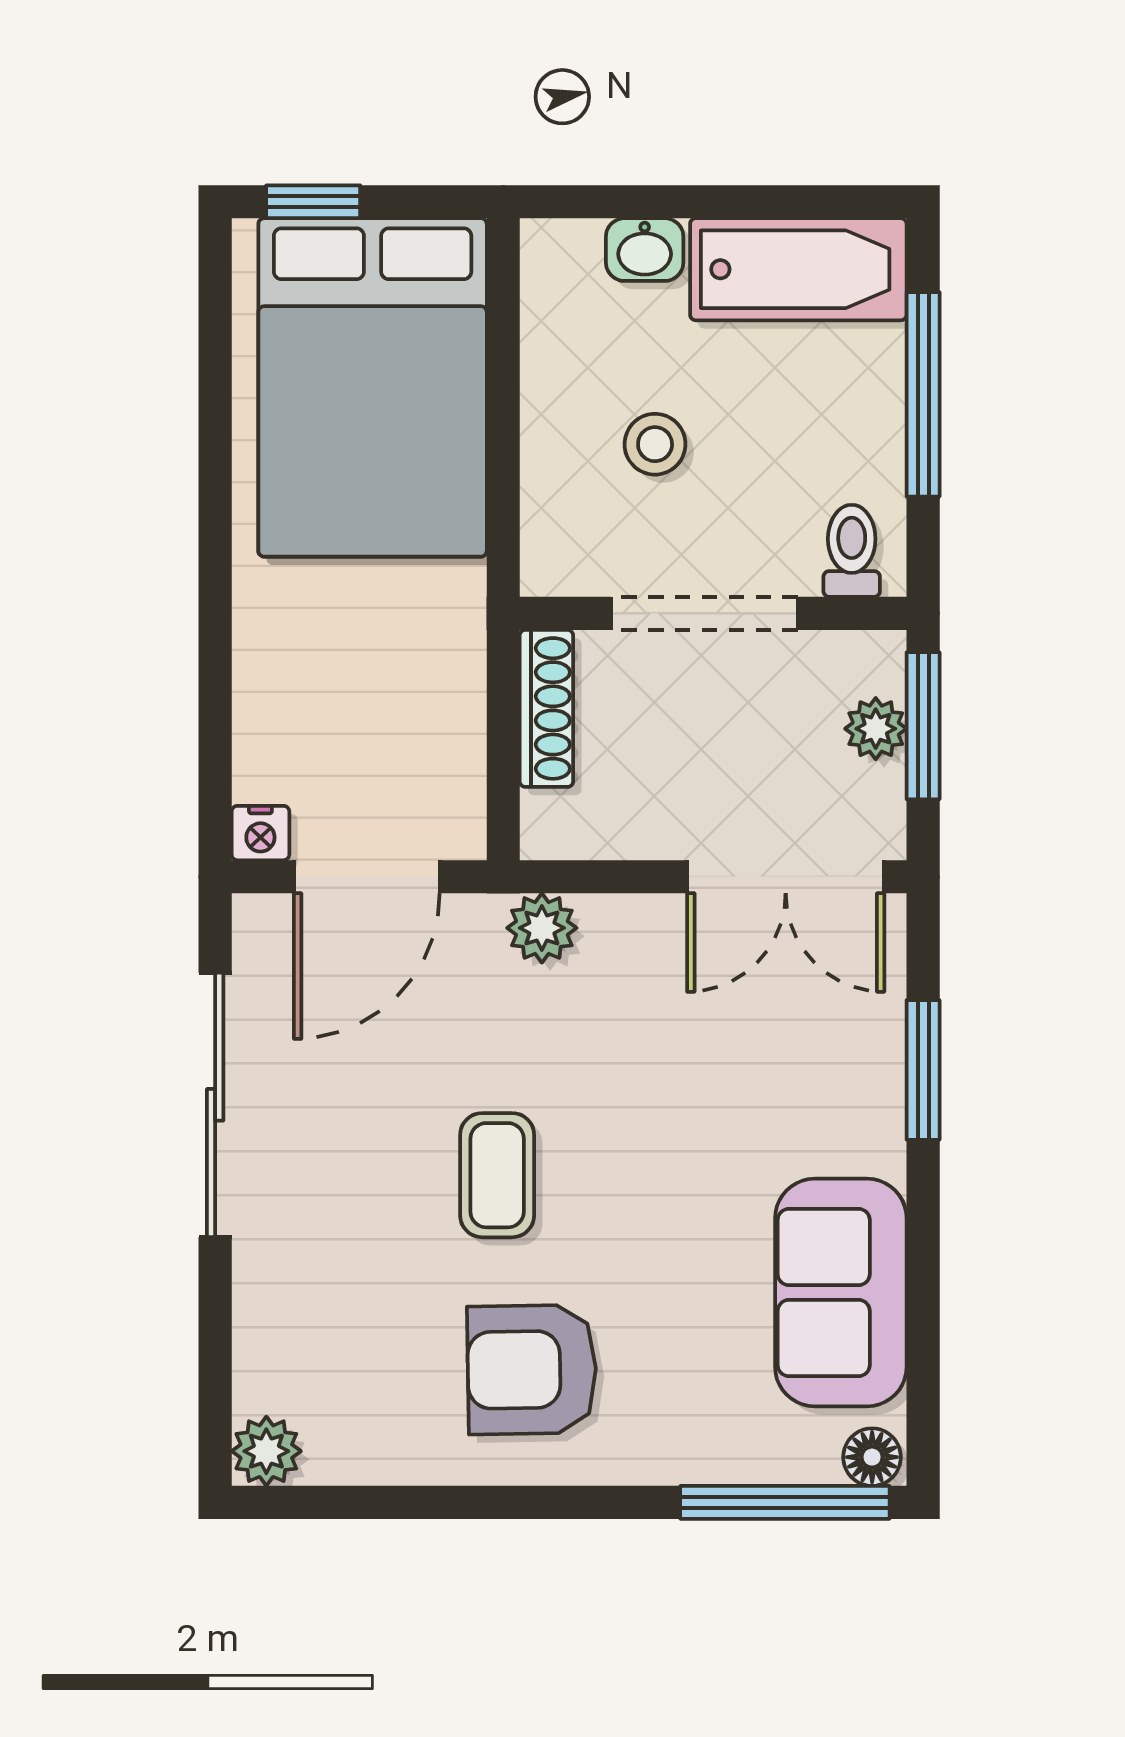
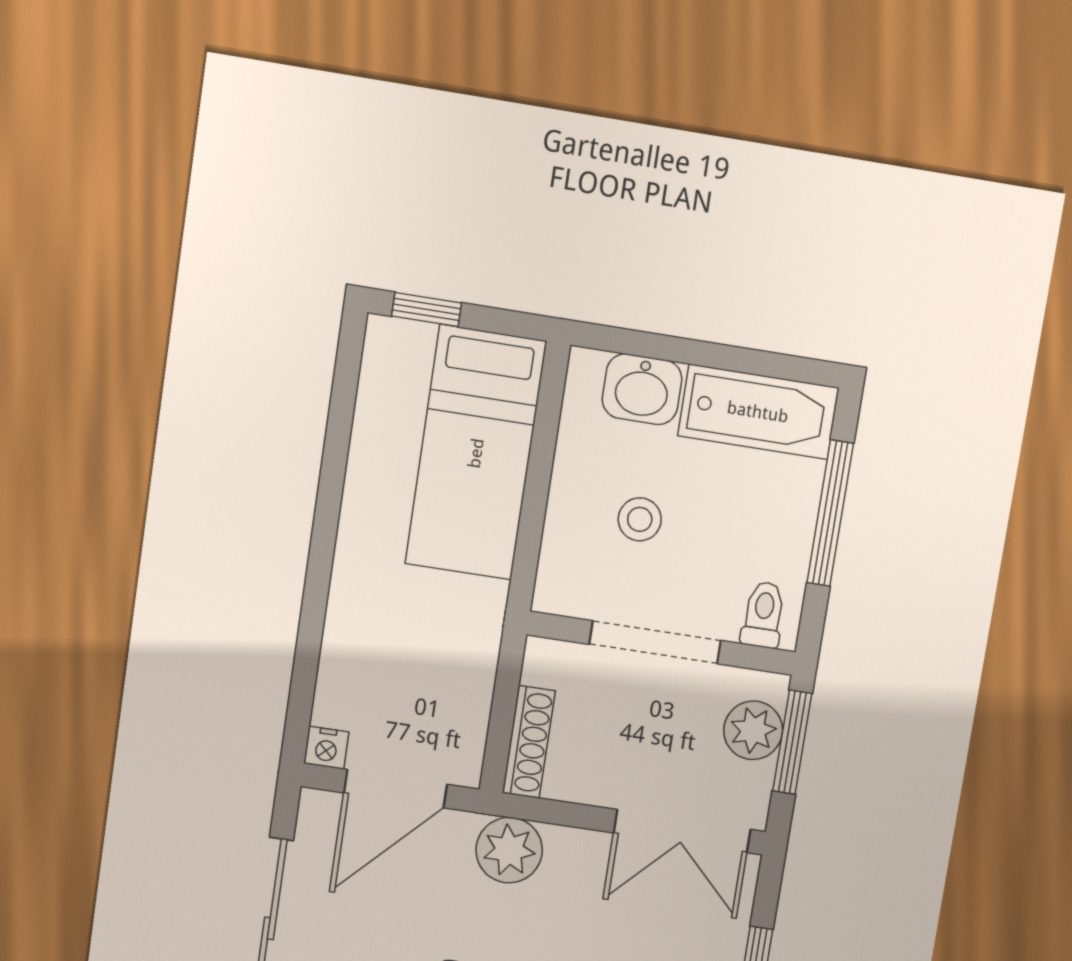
washbasin: (645, 250) -> (642, 389), width x1.38, depth x1.45
bed: (373, 387) -> (476, 453), width x0.67
shoe rack: (546, 708) -> (529, 742), moved
plant: (876, 729) -> (753, 730), width x1.38, depth x1.38
plant: (542, 928) -> (509, 850), width x1.38, depth x1.38

